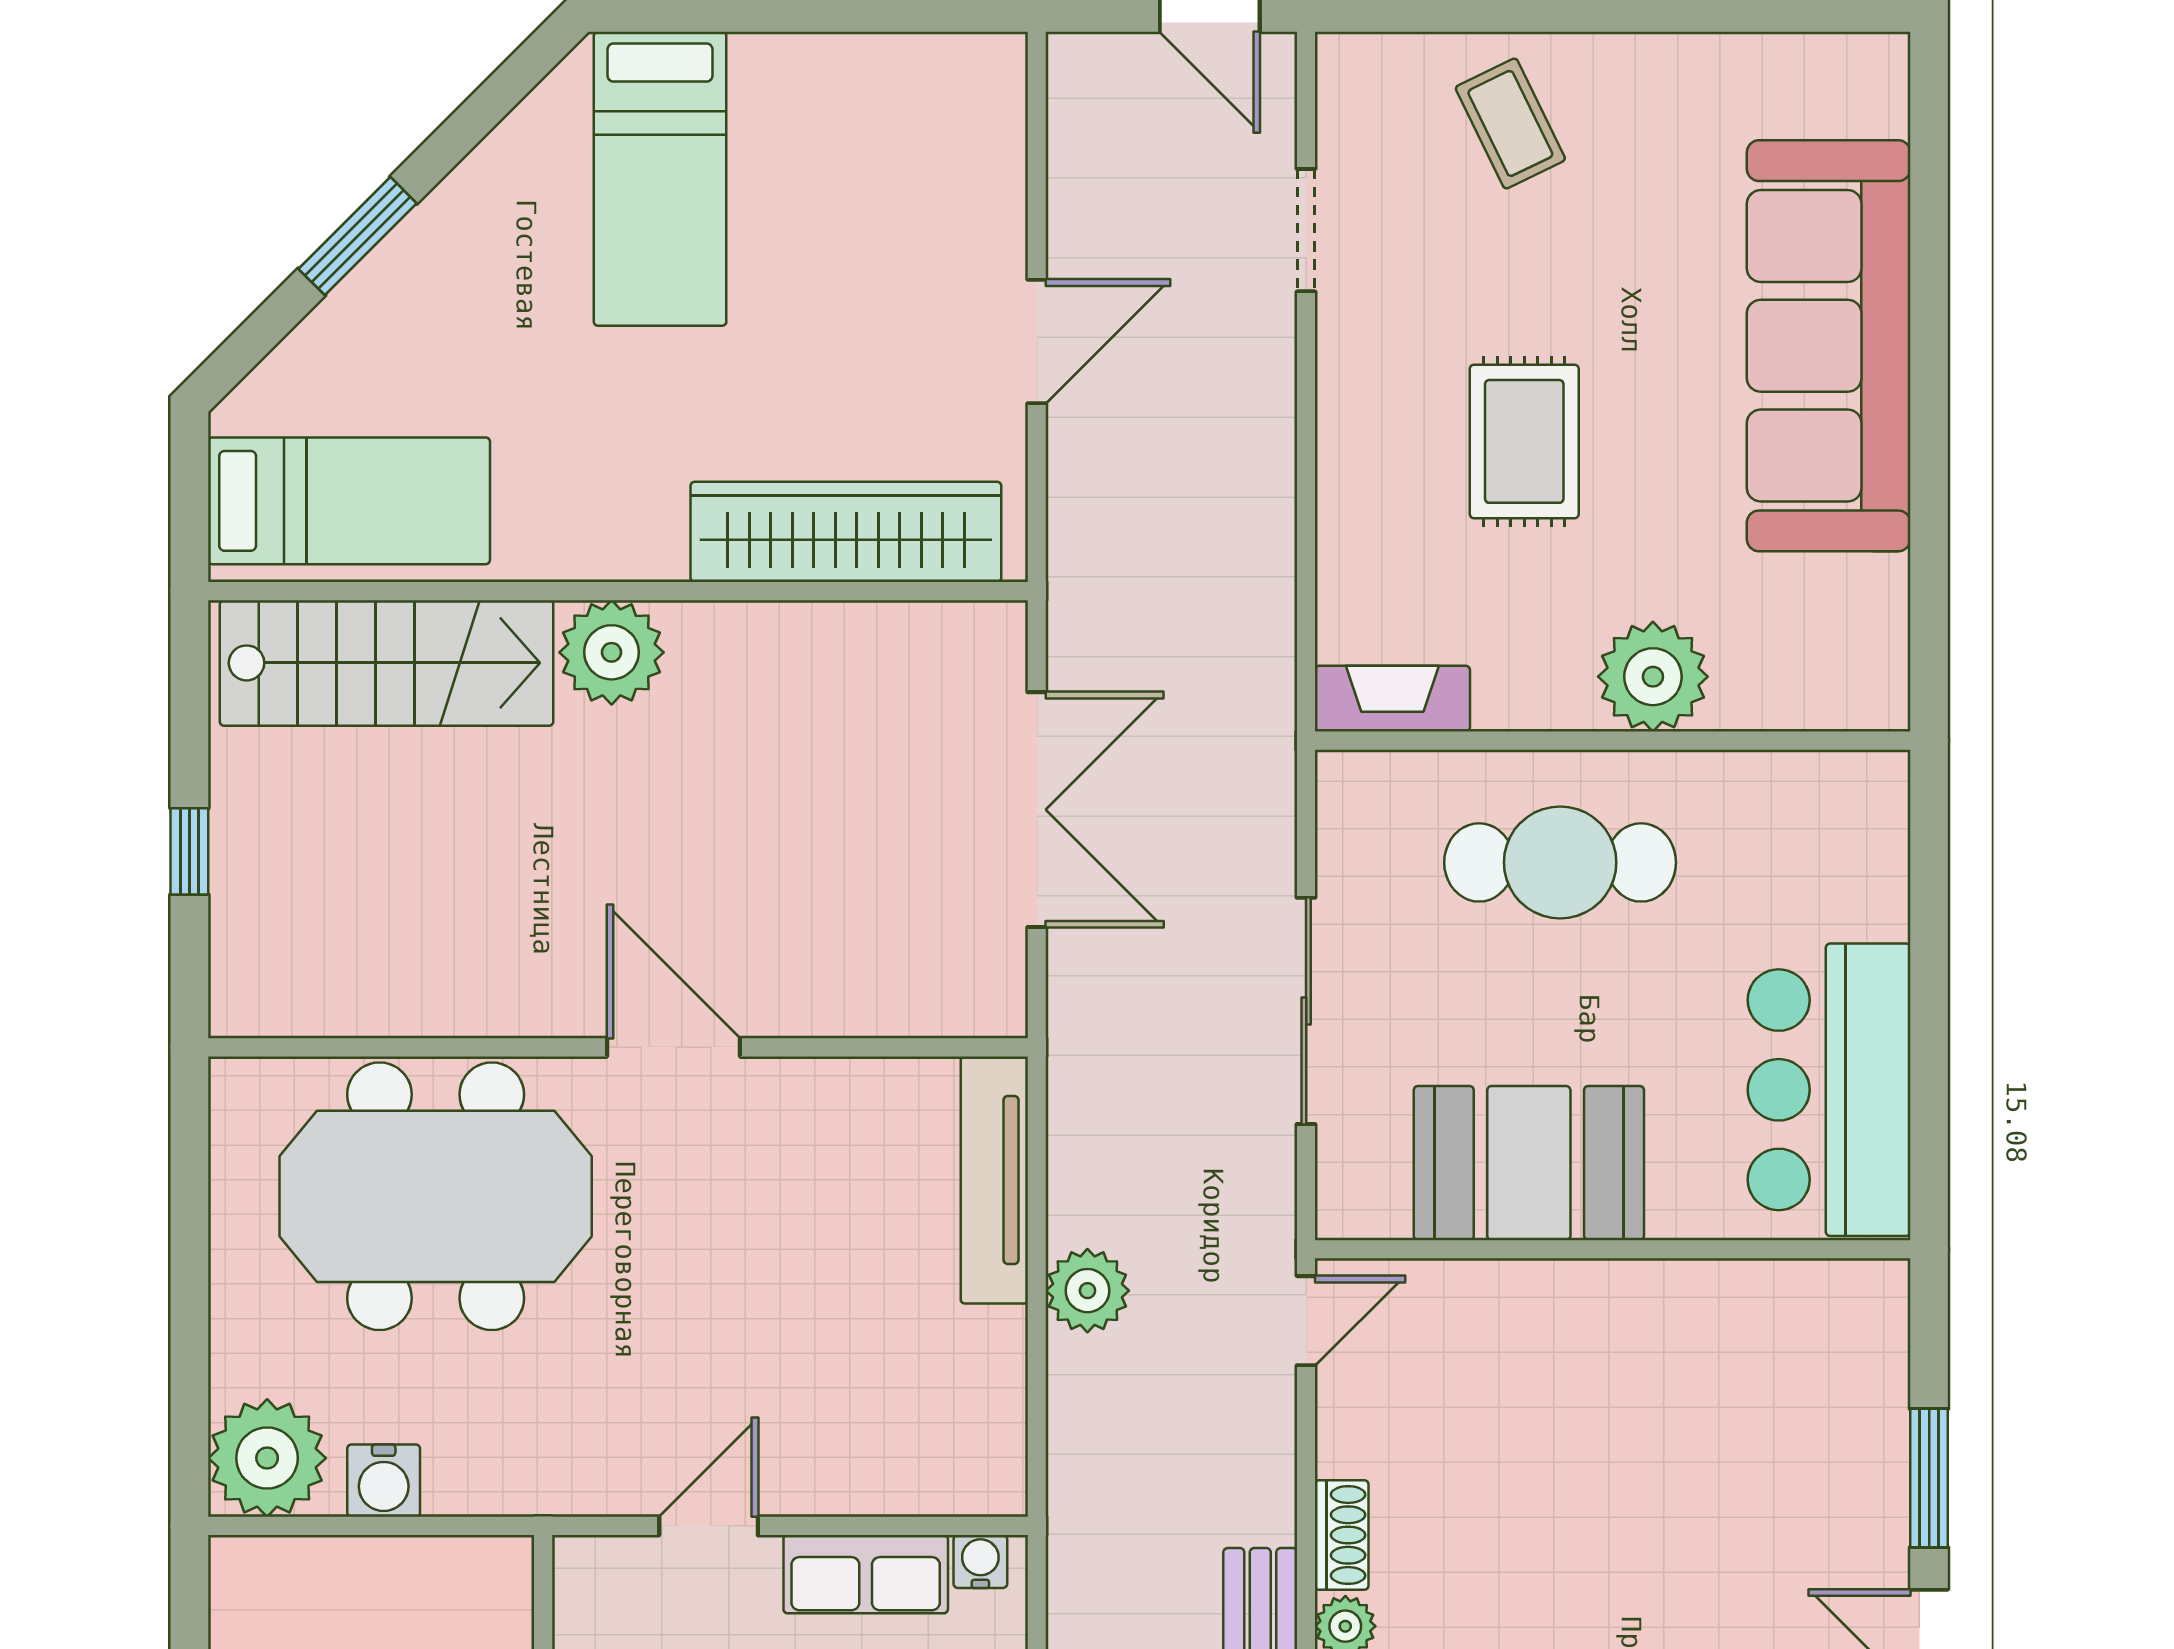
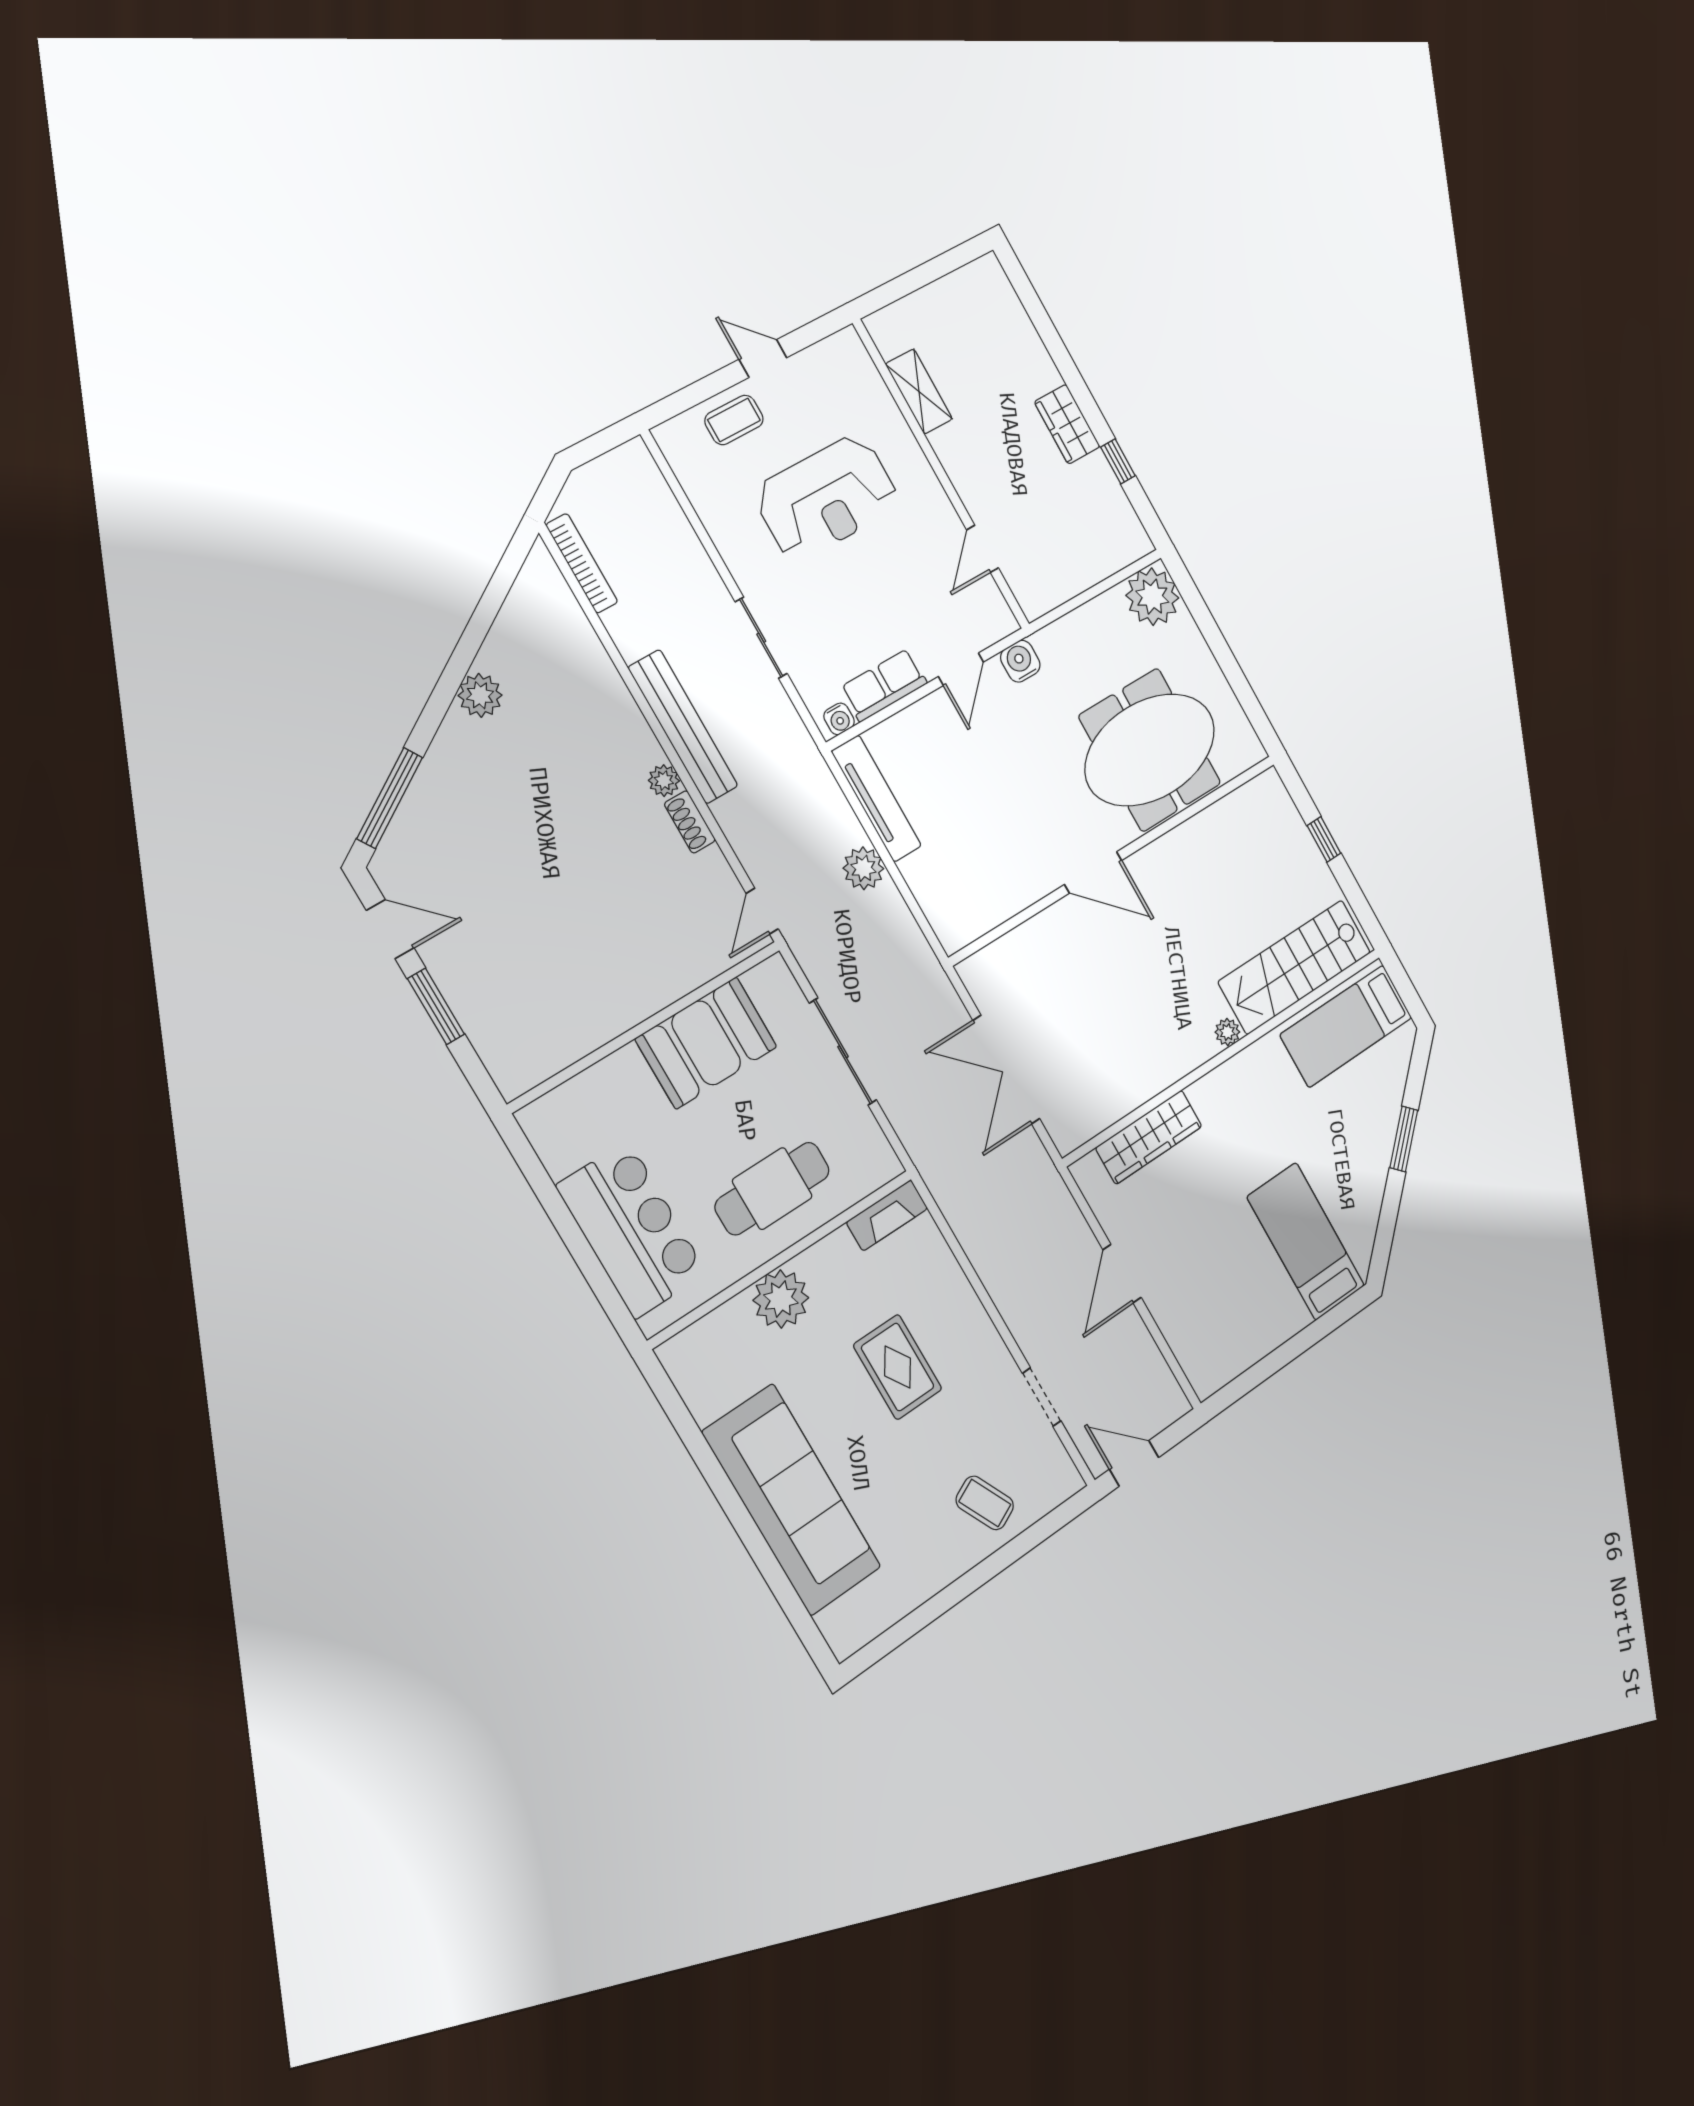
wardrobe: (846, 532) -> (1149, 1137), width x0.71, depth x0.85
plant: (612, 652) -> (1227, 1032), width x0.53, depth x0.53
bar counter: (1829, 1090) -> (632, 1230), moved
tv unit: (994, 1180) -> (876, 799), moved
water cooler: (384, 1481) -> (1020, 661), moved

